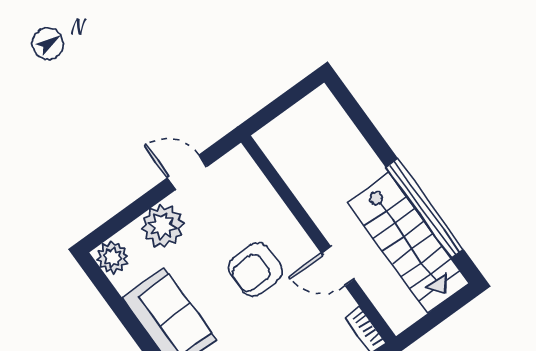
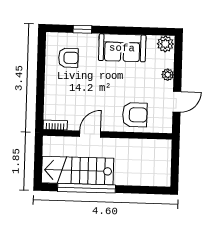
plant: (163, 226) -> (168, 75), width x0.53, depth x0.53
armchair: (255, 270) -> (135, 115), moved, turned 90

